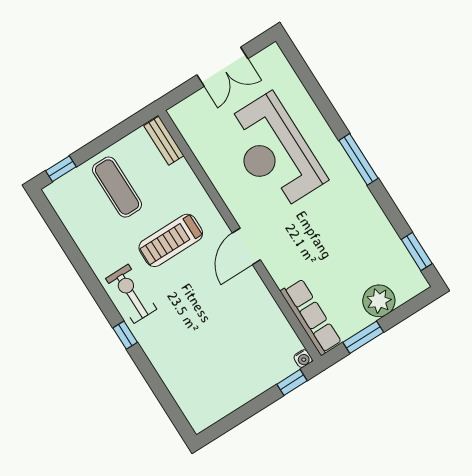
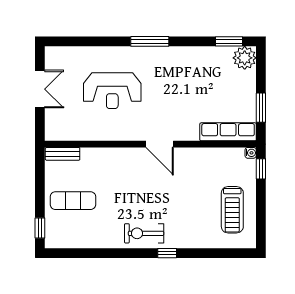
reception desk: (274, 152) -> (112, 91), width x0.74, depth x0.77
treadmill: (171, 240) -> (232, 210), moved
plant: (379, 301) -> (245, 58), moved

